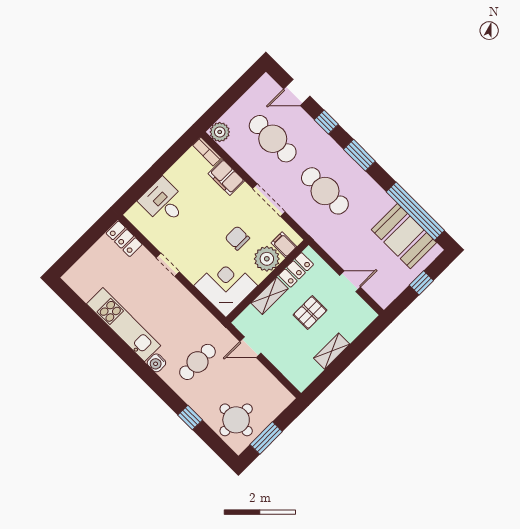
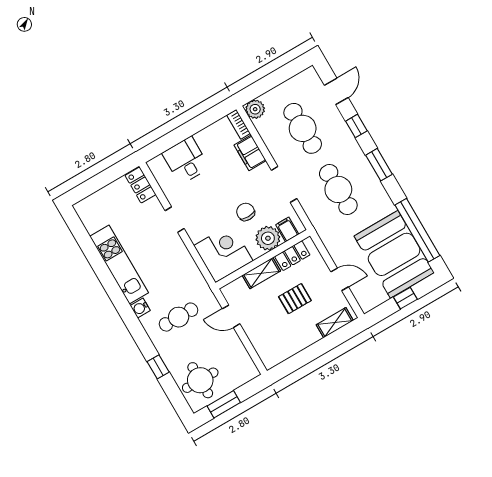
door: (297, 93) -> (336, 91), swing flipped
booth: (404, 236) -> (394, 254), width x1.36, depth x1.42
shelving: (332, 351) -> (335, 323), moved

